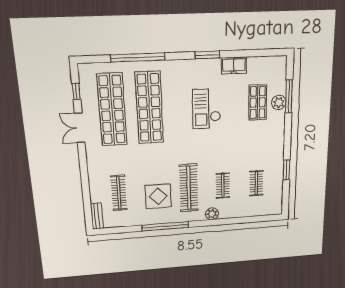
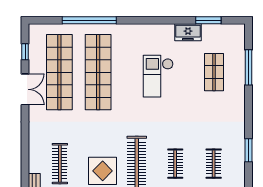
window: (207, 55) -> (208, 20), moved
plant: (279, 103) -> (237, 73), removed
double door: (80, 128) -> (25, 89), swing flipped

